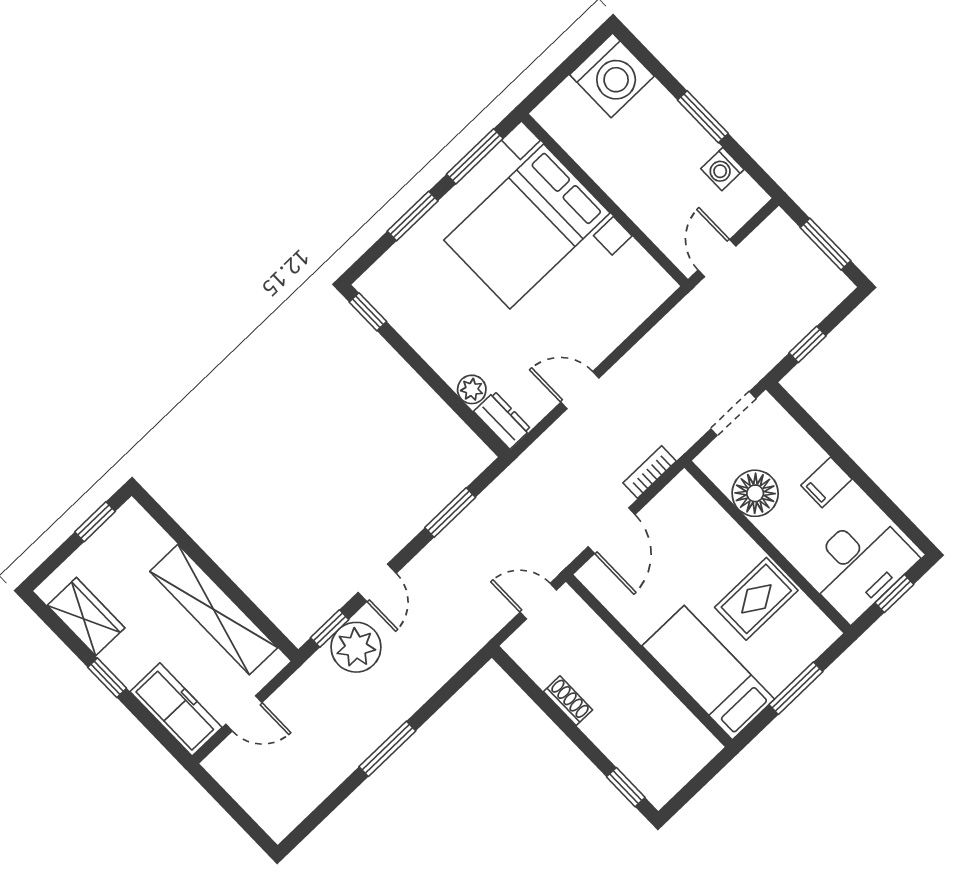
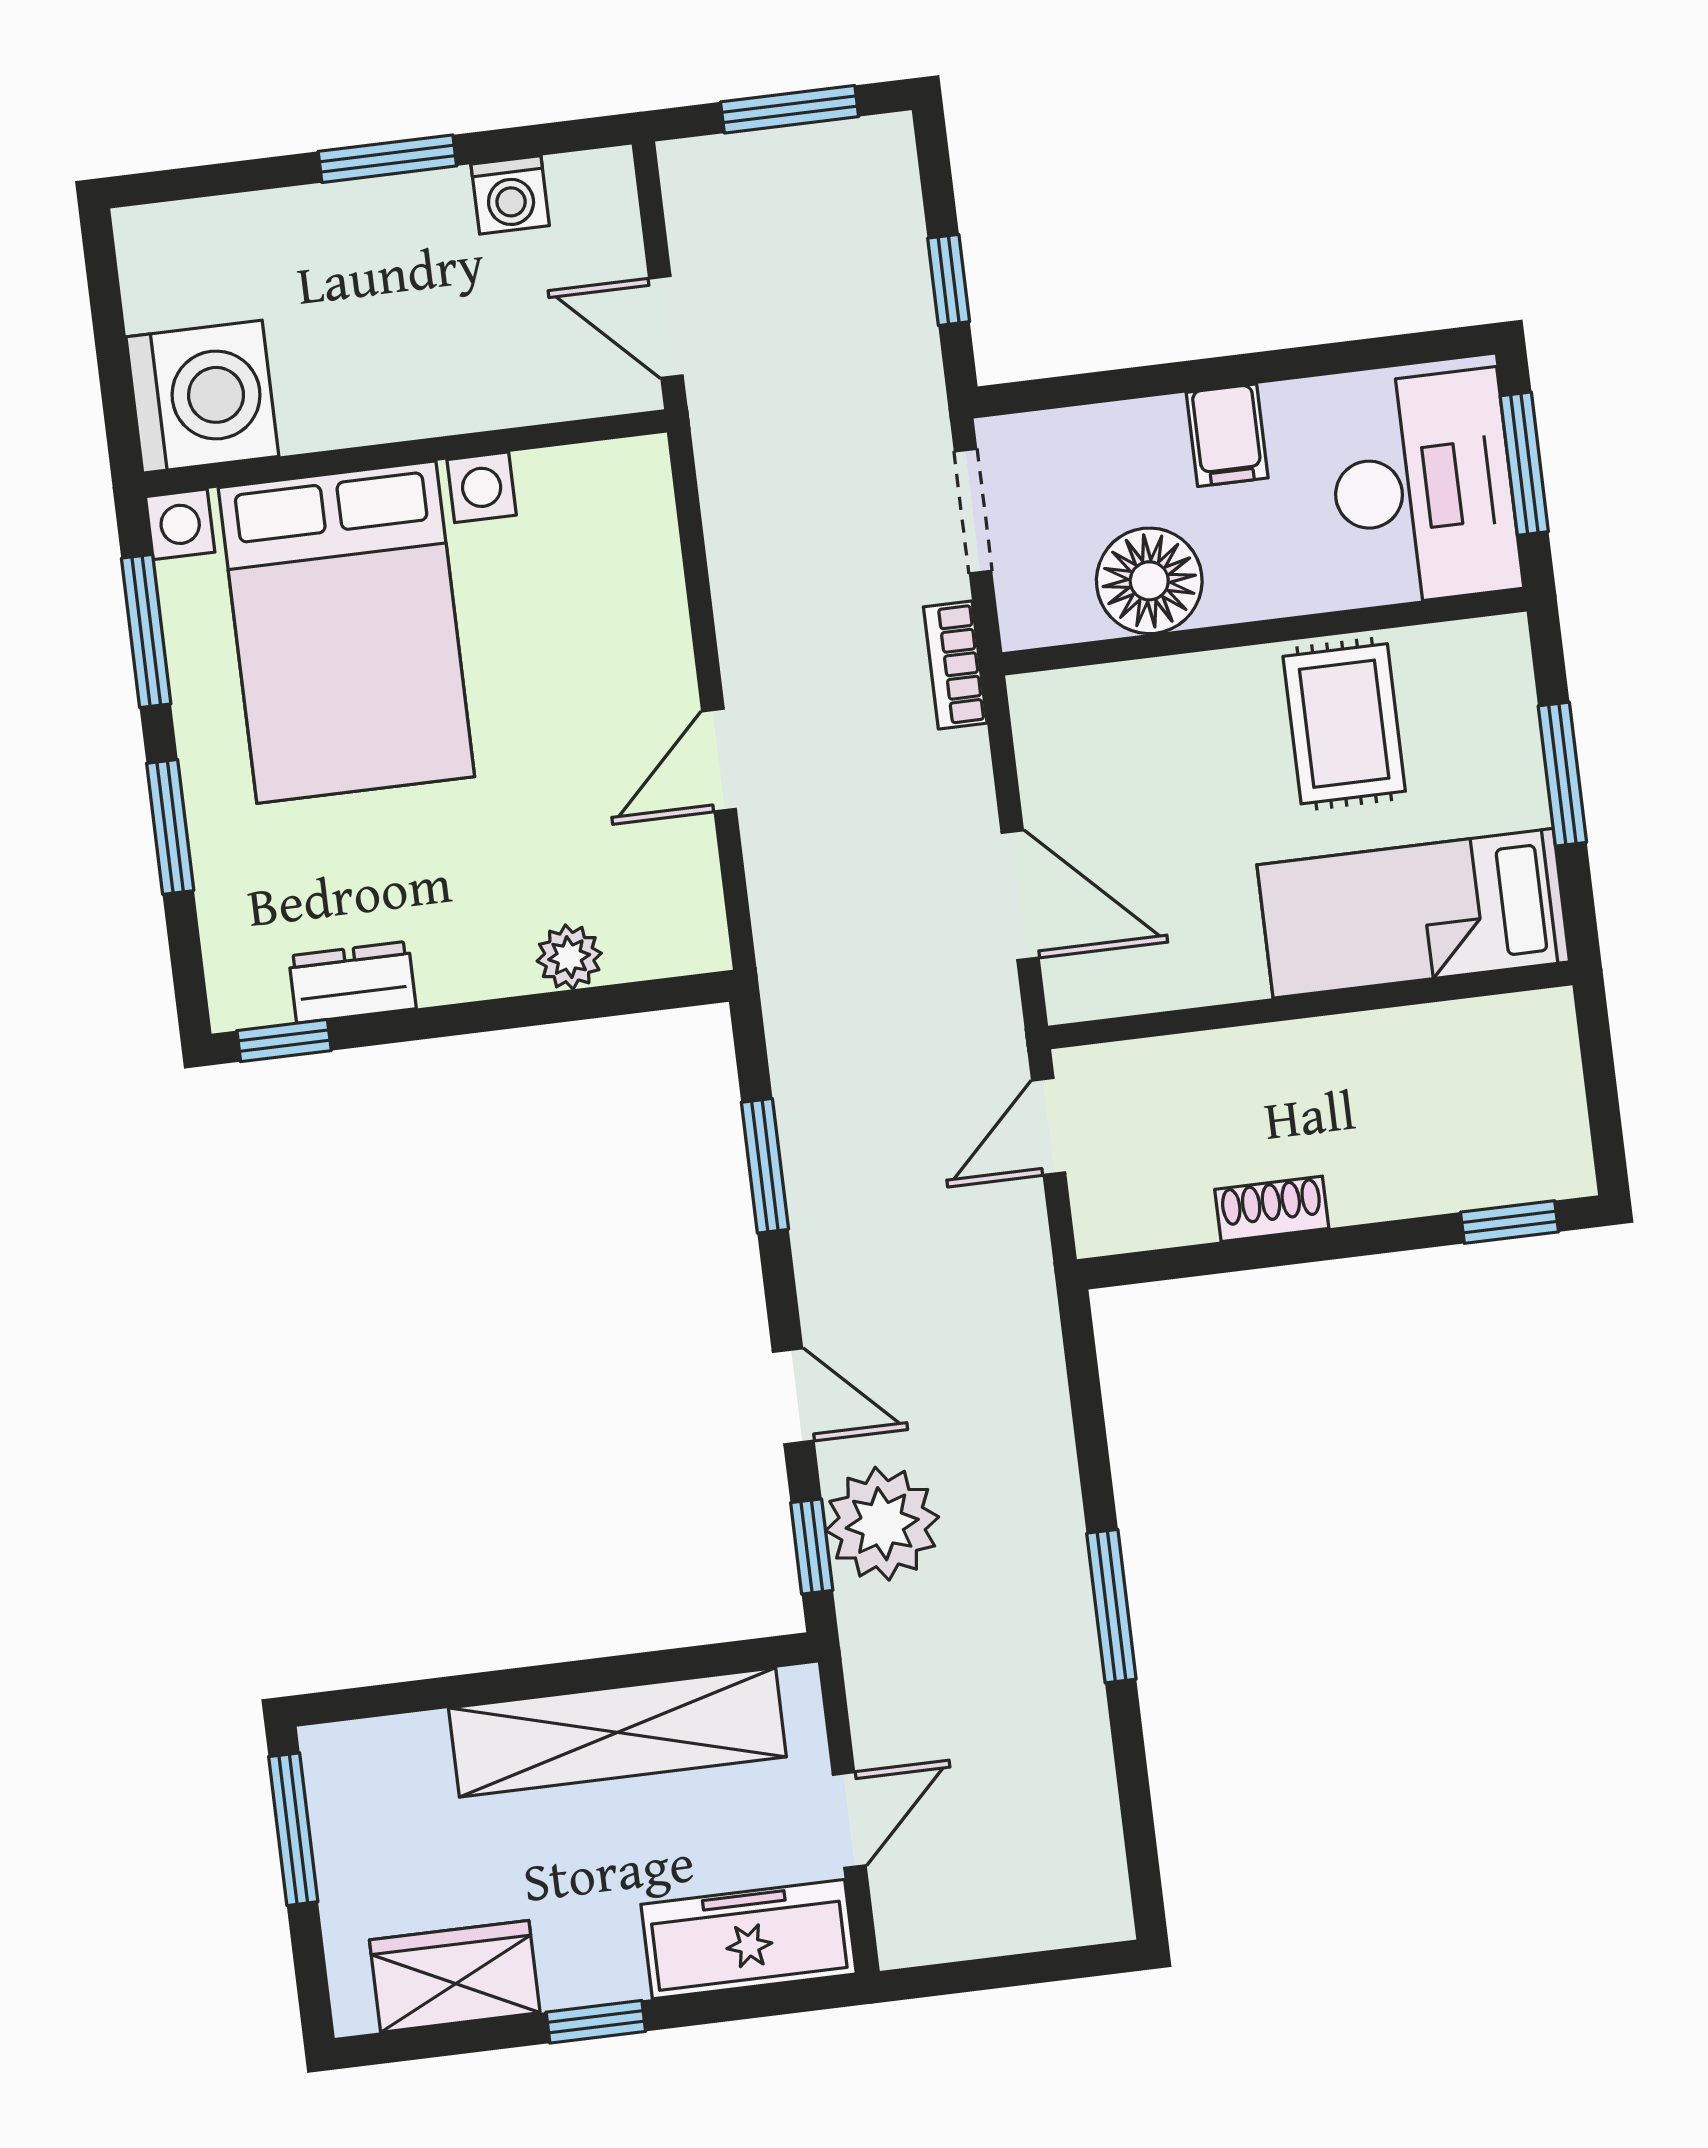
washing machine: (612, 75) -> (202, 397), moved
dresser: (502, 420) -> (352, 982), moved
bookcase: (650, 472) -> (955, 665), moved
window: (95, 522) -> (293, 1829), width x1.50
window: (894, 594) -> (1524, 464), width x1.50

